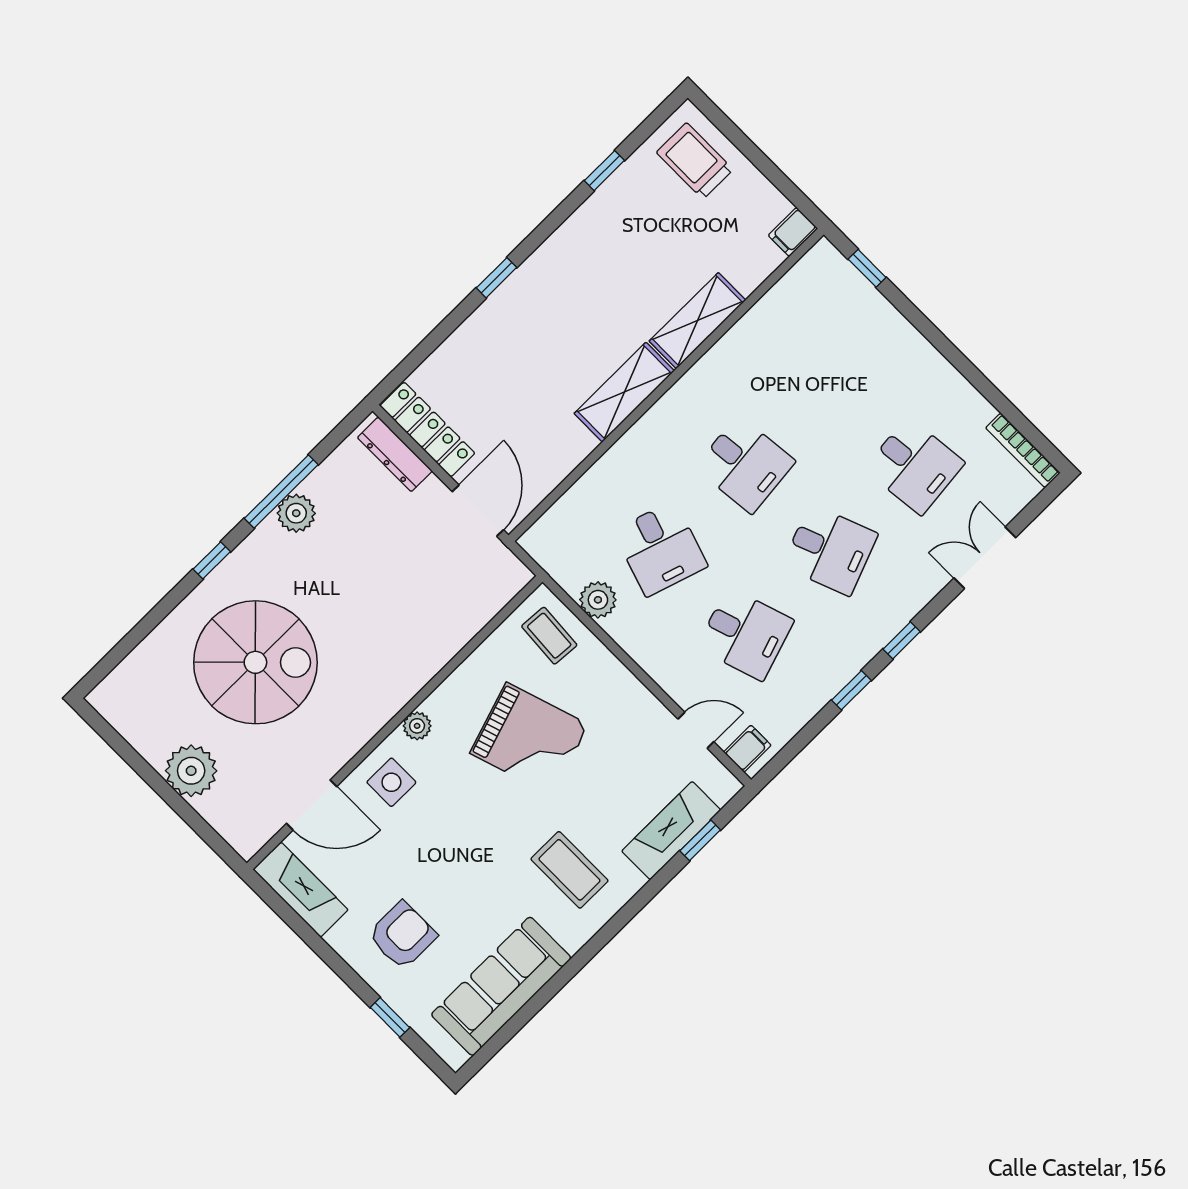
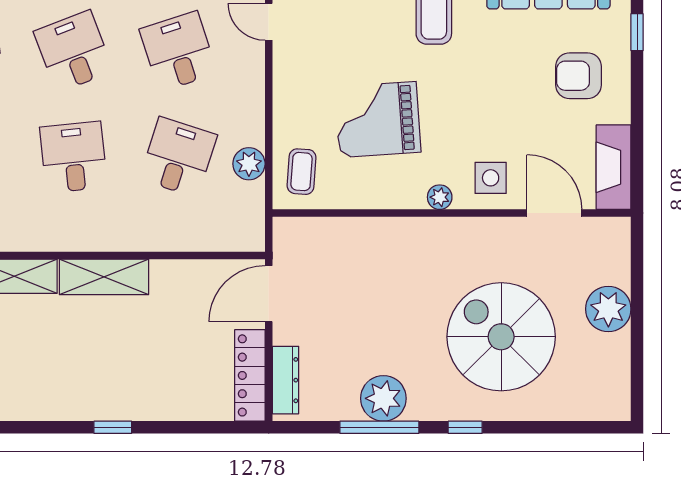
plant: (296, 513) -> (383, 398), width x1.36, depth x1.36
grand piano: (529, 739) -> (378, 120), turned -76

